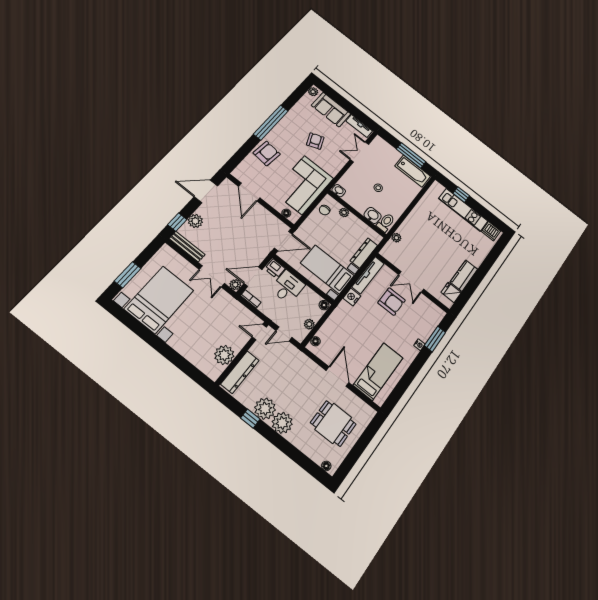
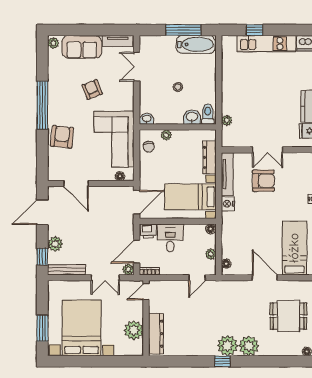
door: (259, 332) -> (146, 292), moved
wall: (242, 353) -> (146, 318), moved
plant: (224, 355) -> (134, 330), moved
dresser: (240, 372) -> (156, 334), moved

